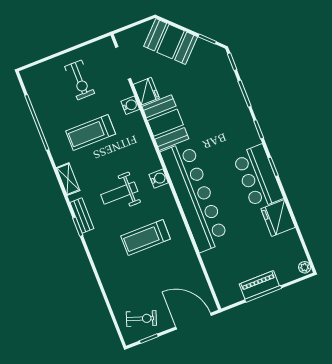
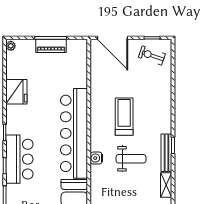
bar counter: (258, 177) -> (19, 159), moved
bench: (82, 215) -> (166, 153), width x1.36
treadmill: (146, 237) -> (124, 117), turned -90

